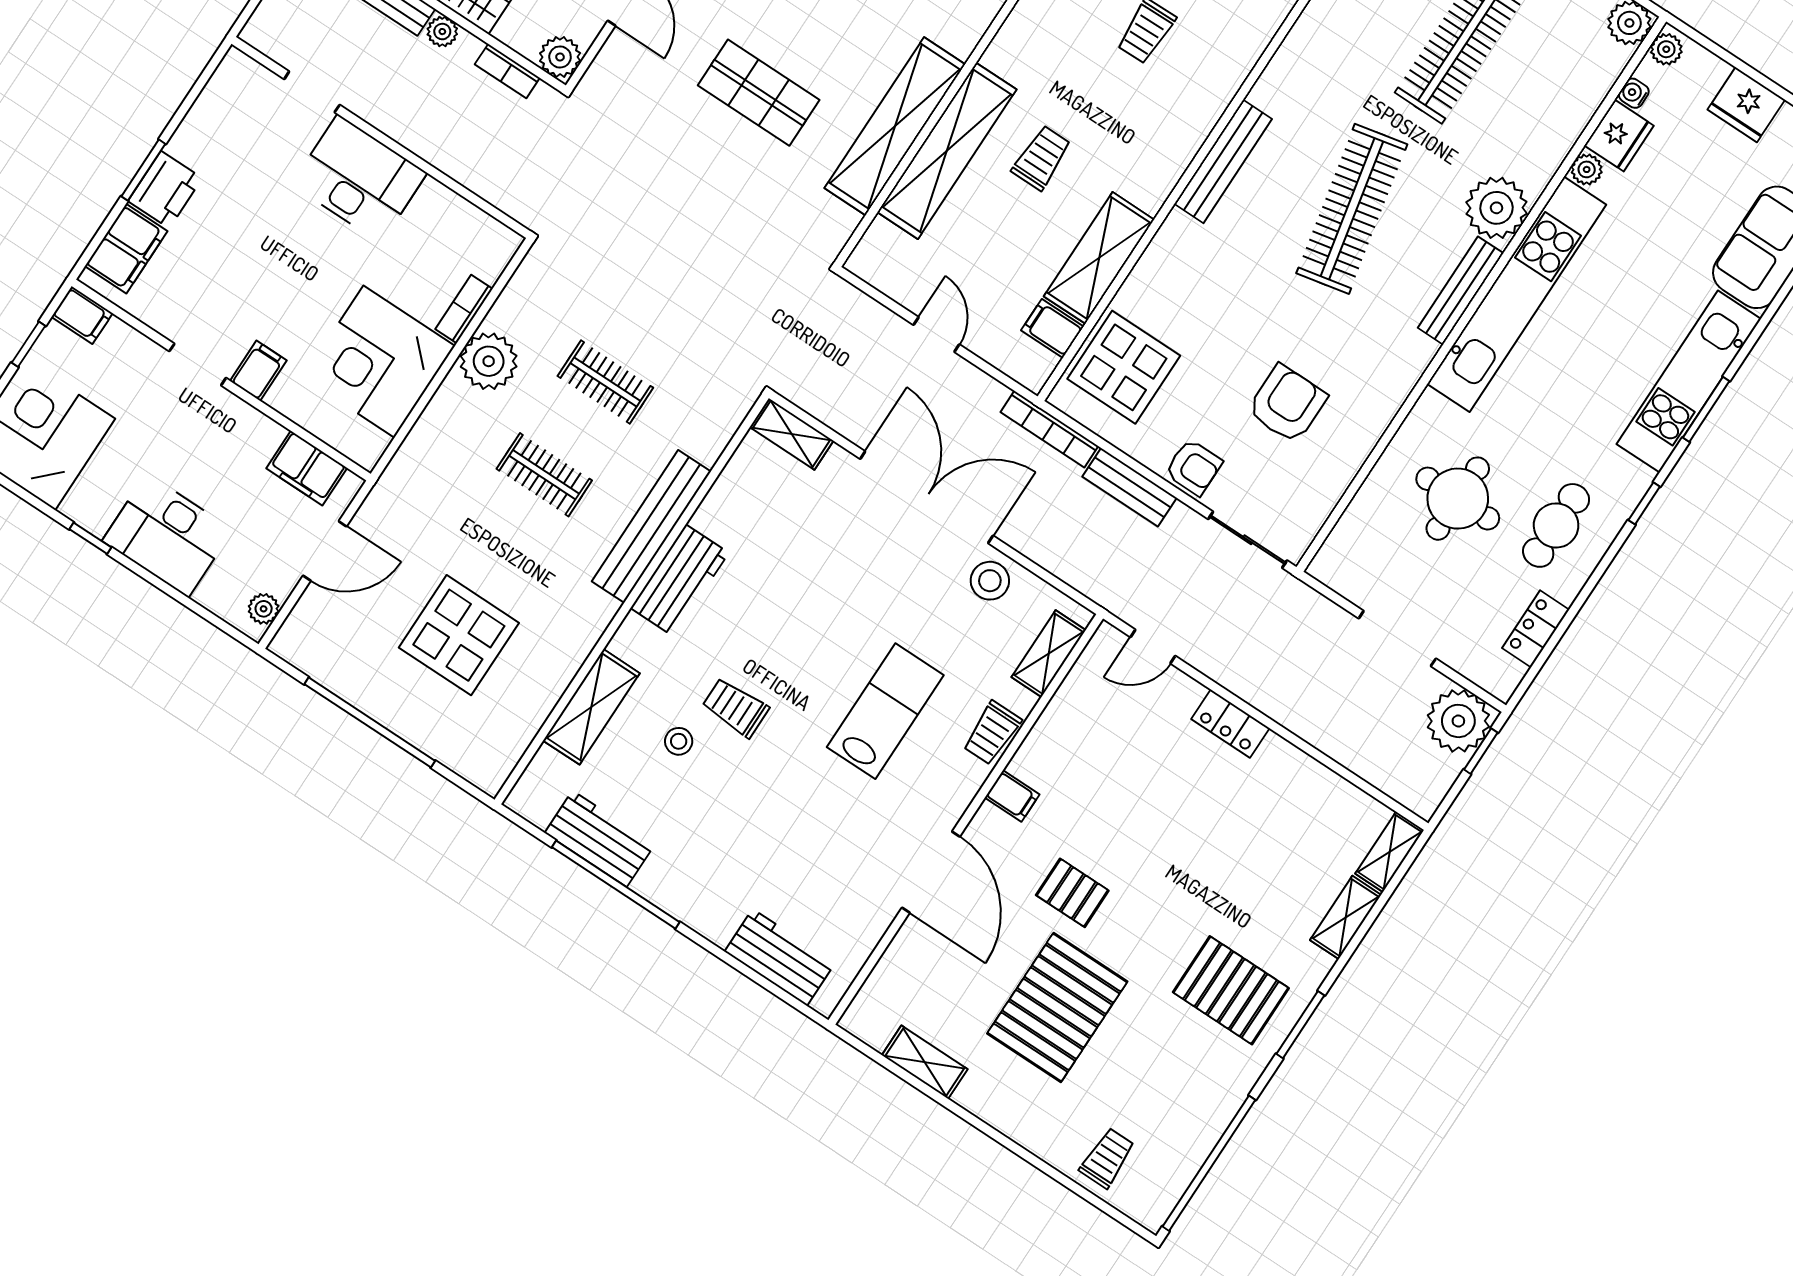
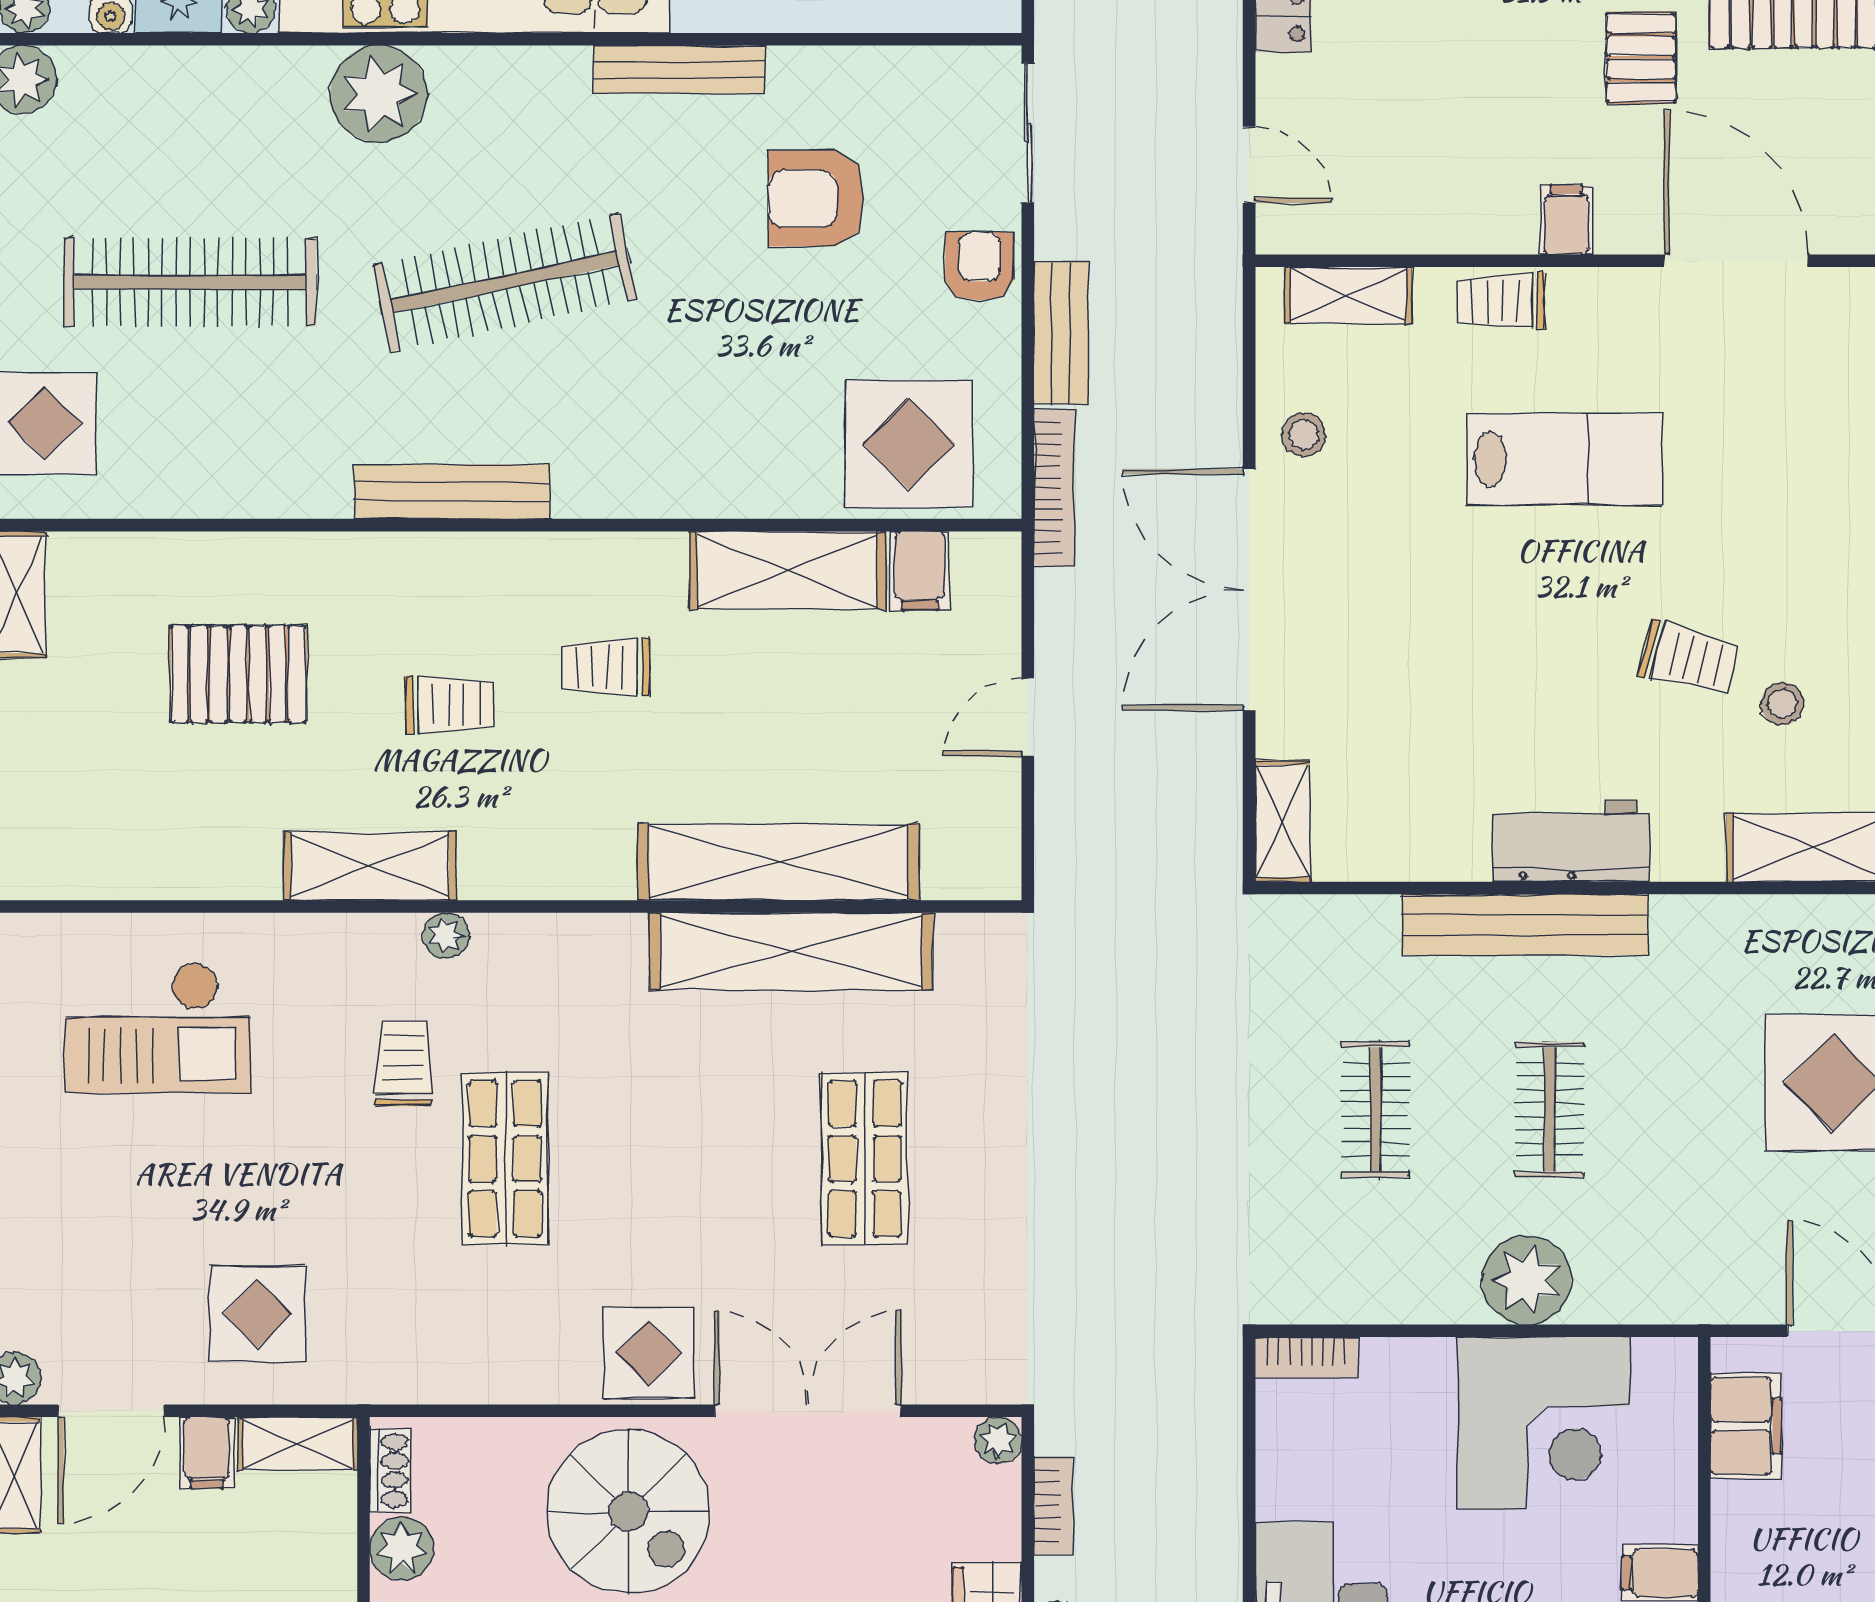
plant: (560, 57) -> (998, 1440), width x0.73, depth x0.73
trolley: (1041, 158) -> (605, 667), moved
bench: (1223, 161) -> (452, 492), moved
bench: (1461, 291) -> (679, 69), moved
bookcase: (464, 309) -> (1306, 1357), moved
plant: (489, 361) -> (1527, 1280), moved
stool: (990, 581) -> (1304, 435), width x0.73, depth x0.73
trolley: (736, 708) -> (1689, 658), turned -76
lab bench: (885, 711) -> (1565, 459), turned 180
trolley: (992, 733) -> (1501, 301), turned 180
door: (931, 872) -> (1736, 261), hinge flipped

